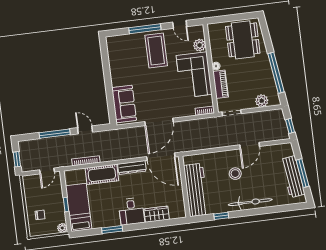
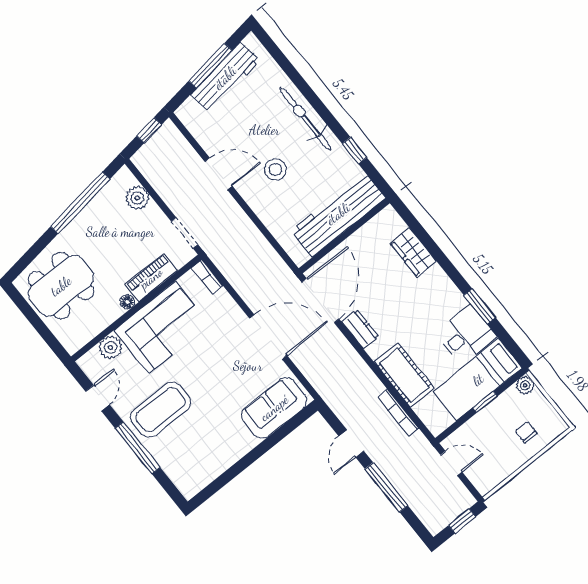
dresser: (132, 168) -> (360, 329), width x0.70
desk: (131, 211) -> (466, 335), moved

